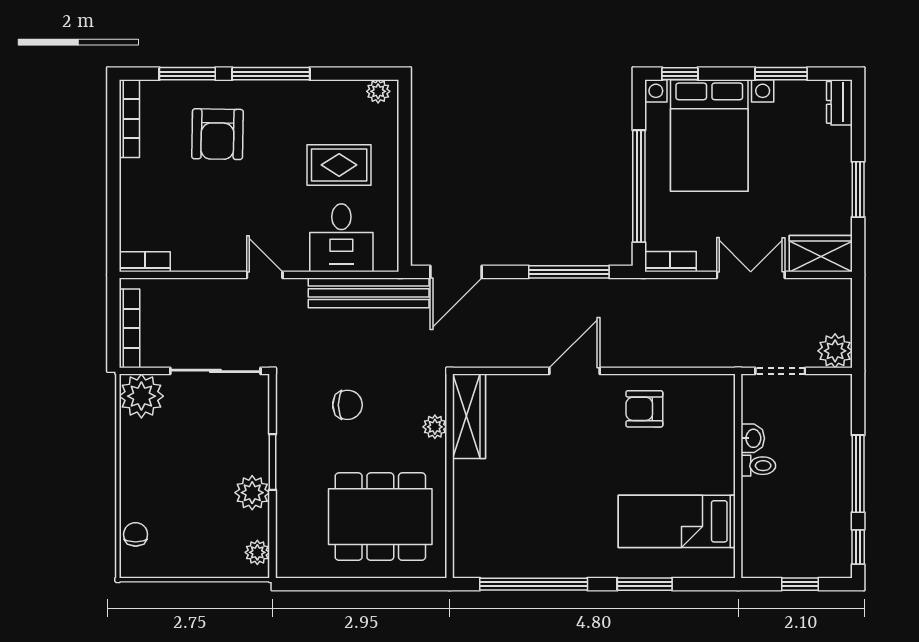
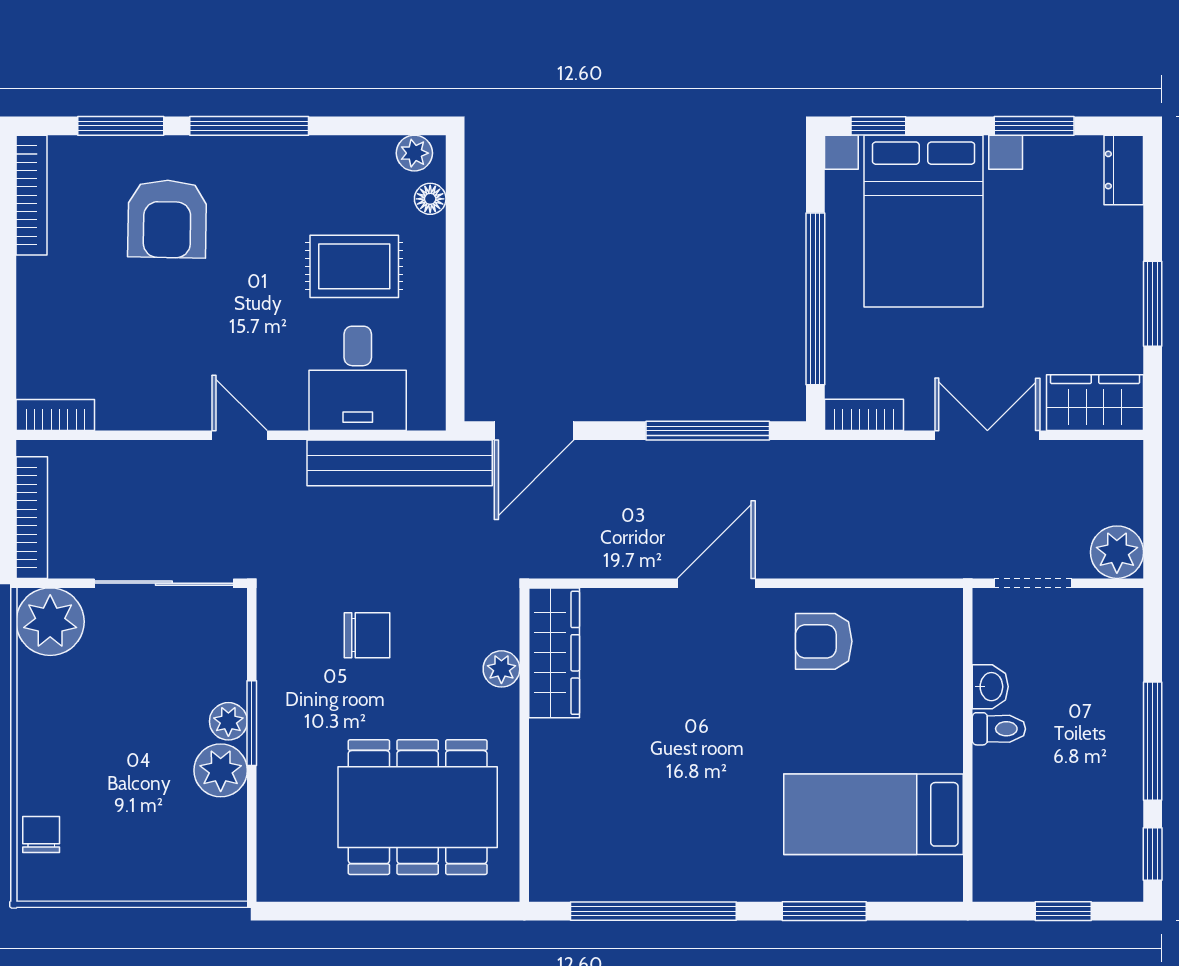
floor lamp: (388, 121) -> (430, 199), added
plant: (257, 552) -> (228, 721), moved

